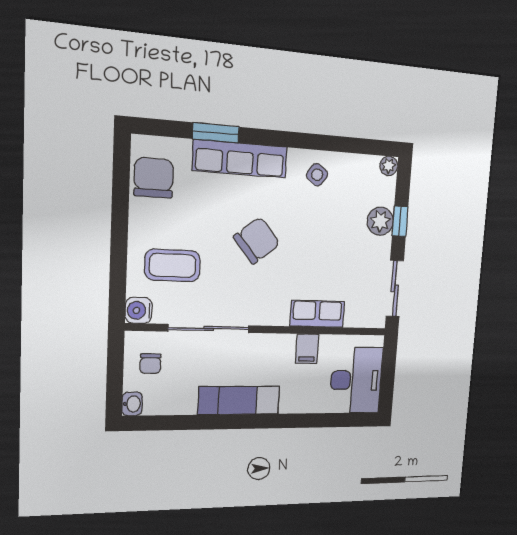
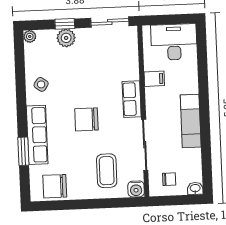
chair: (257, 240) -> (86, 119), turned -51
row of seats: (317, 314) -> (132, 99), moved

